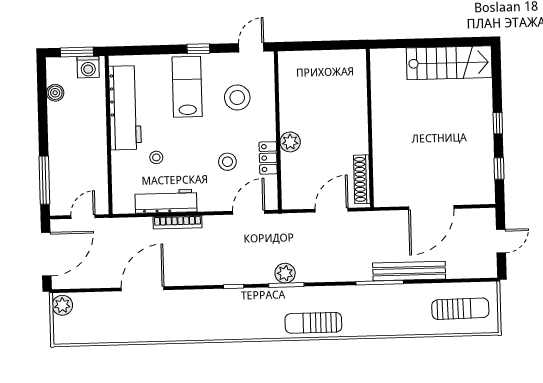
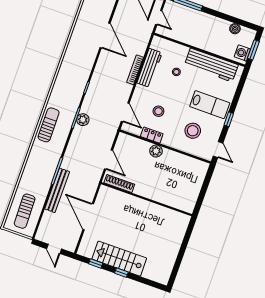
stairs: (449, 63) -> (119, 259), moved, turned 90

